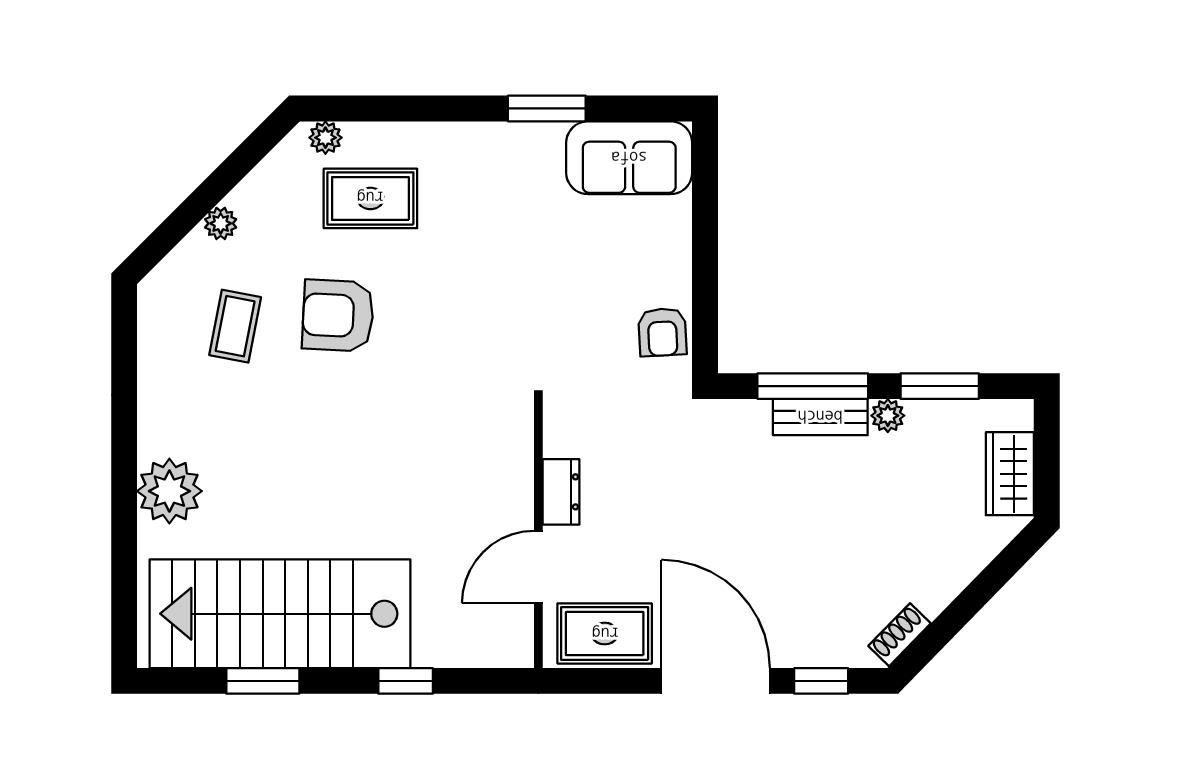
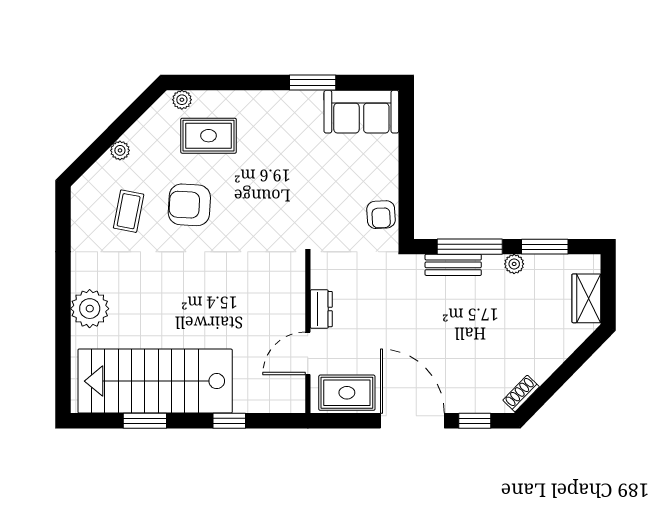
bench: (820, 417) -> (453, 265), moved

